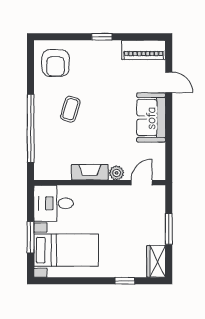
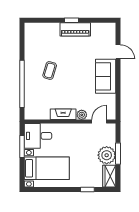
piano: (144, 50) -> (75, 29), moved
armchair: (56, 63) -> (39, 38), removed
plant: (152, 231) -> (107, 155), added
window: (31, 237) -> (22, 146), moved

